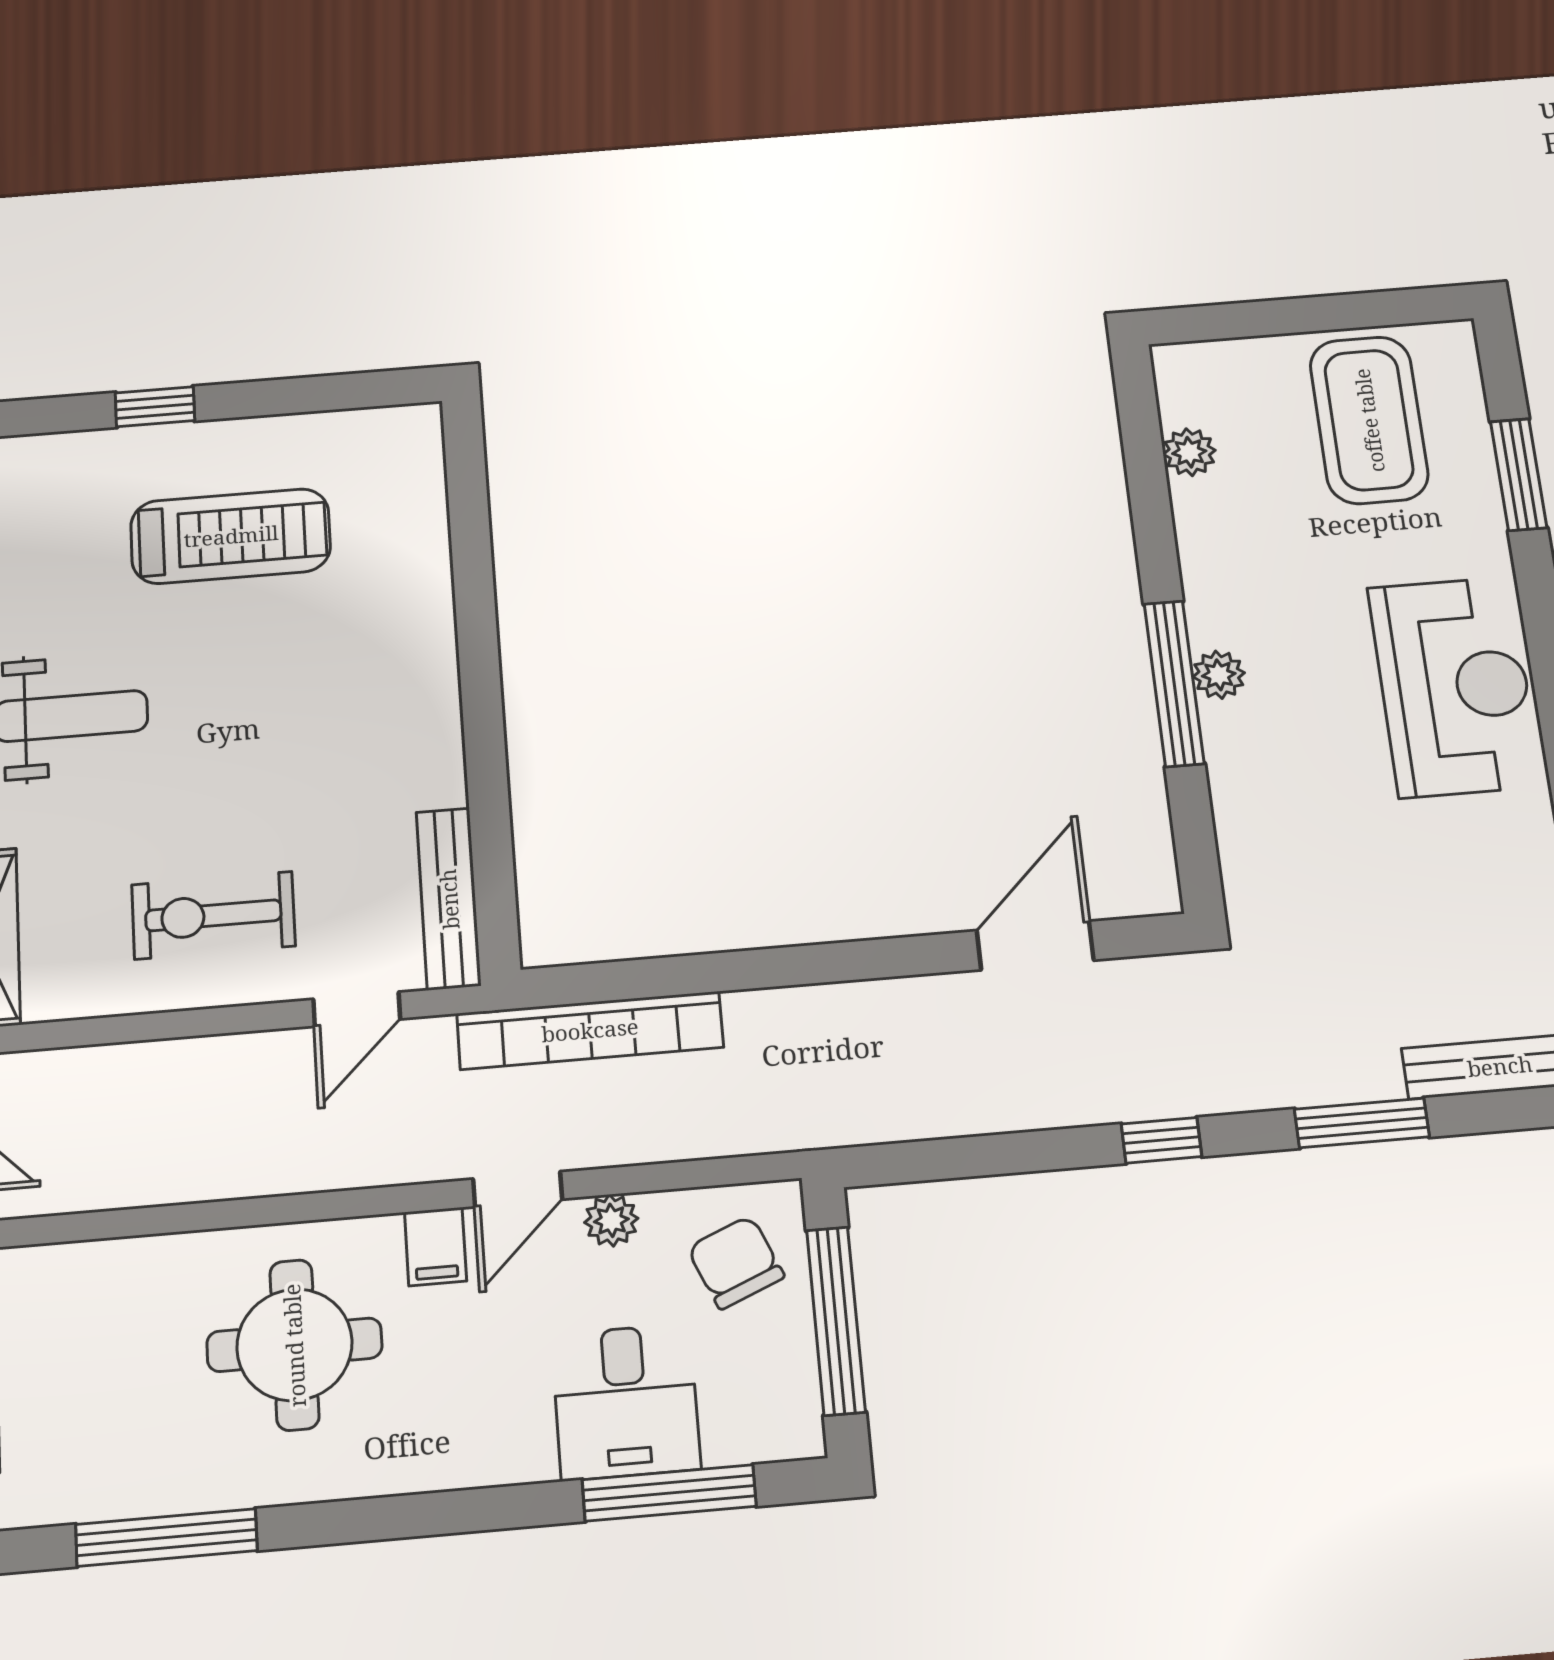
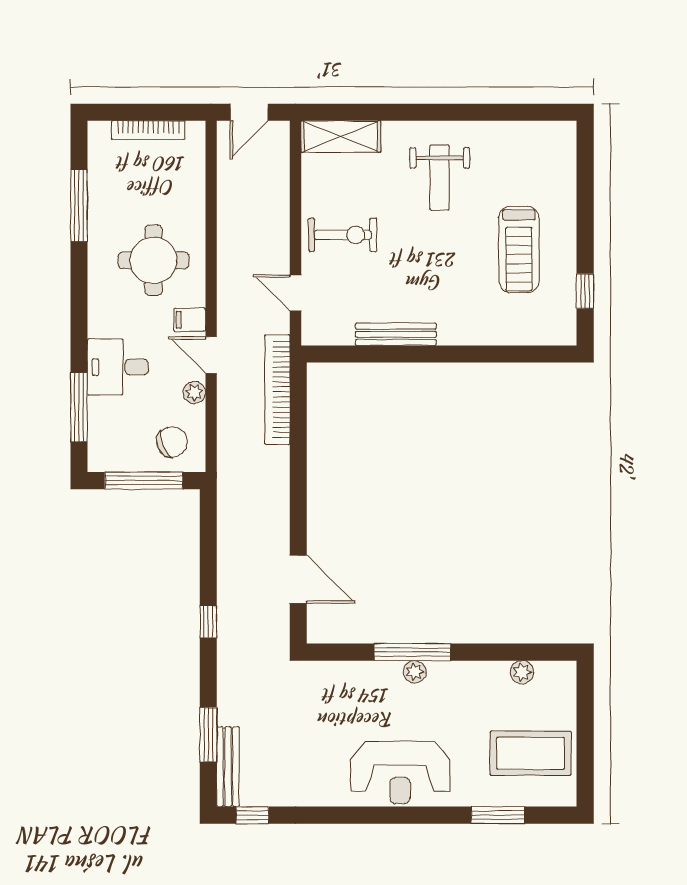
window: (155, 407) -> (585, 291), moved
bench: (449, 899) -> (396, 334), moved
exercise bike: (213, 915) -> (343, 235), turned 90
window: (1362, 1123) -> (208, 735), moved
desk: (626, 1402) -> (118, 367), moved

